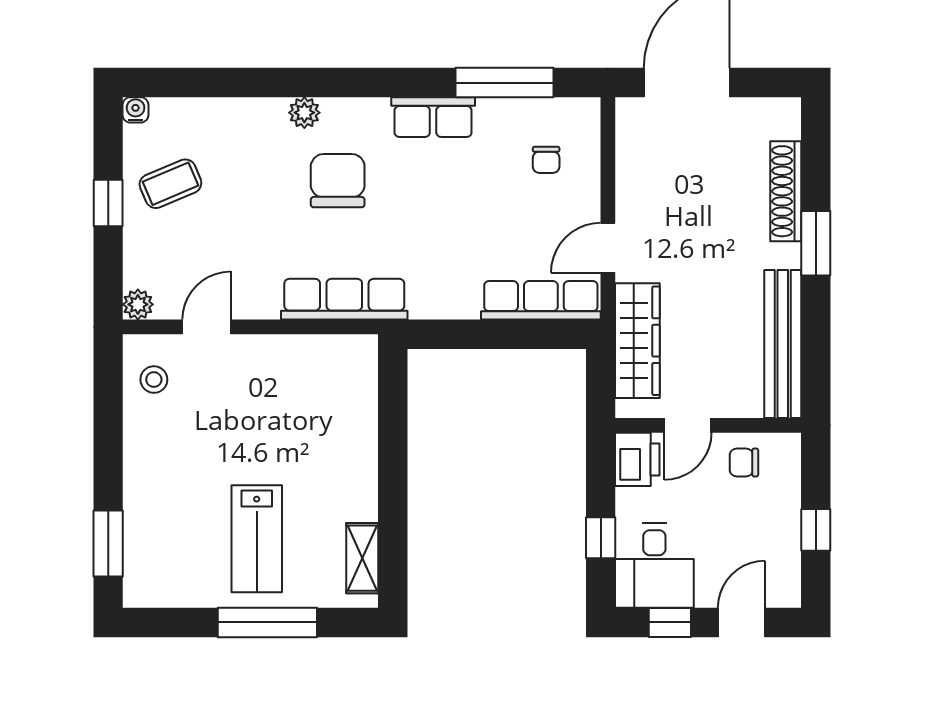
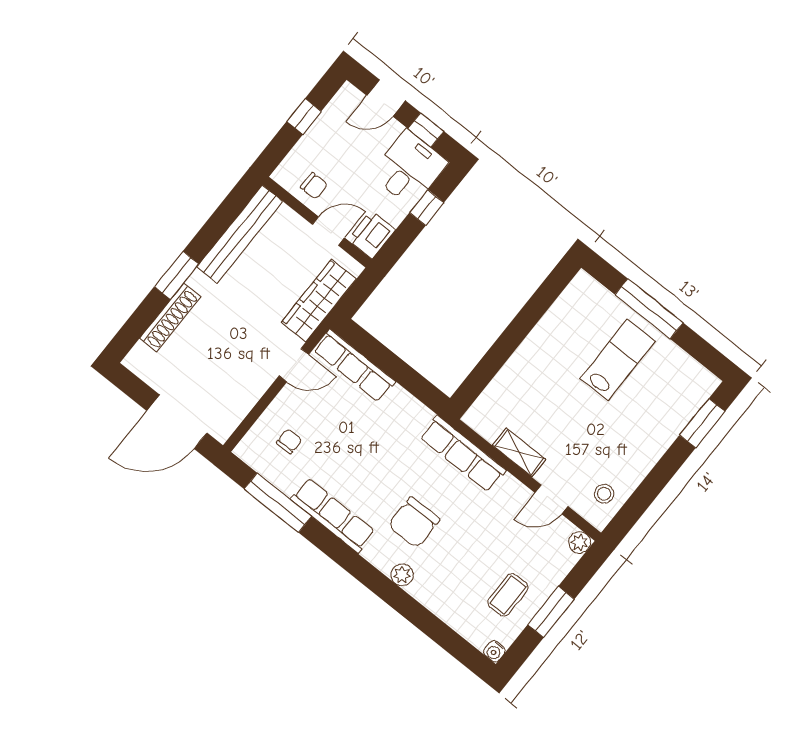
row of seats: (433, 117) -> (333, 515), width x1.48
coffee table: (170, 184) -> (508, 595), turned -67
window: (108, 203) -> (551, 612), width x1.50
shelving: (362, 558) -> (519, 452), moved, turned 90

